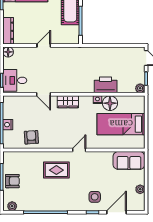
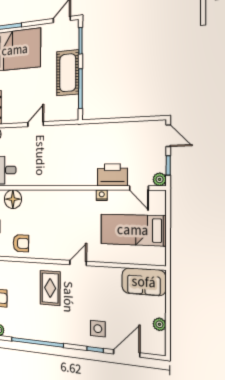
door: (44, 94) -> (139, 188), moved
wardrobe: (68, 102) -> (64, 198), removed
floor lamp: (110, 103) -> (13, 199), moved
armchair: (31, 137) -> (21, 243), turned 94
rug: (56, 170) -> (50, 288), turned 90

